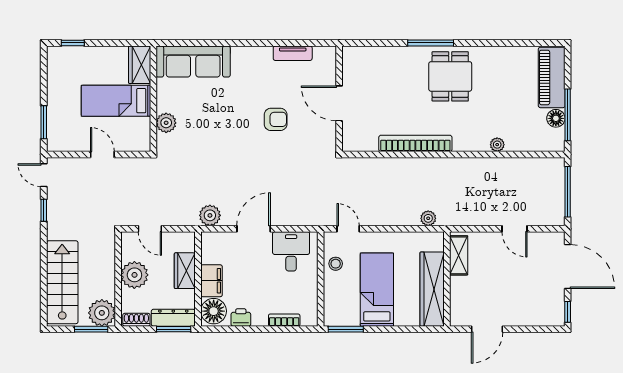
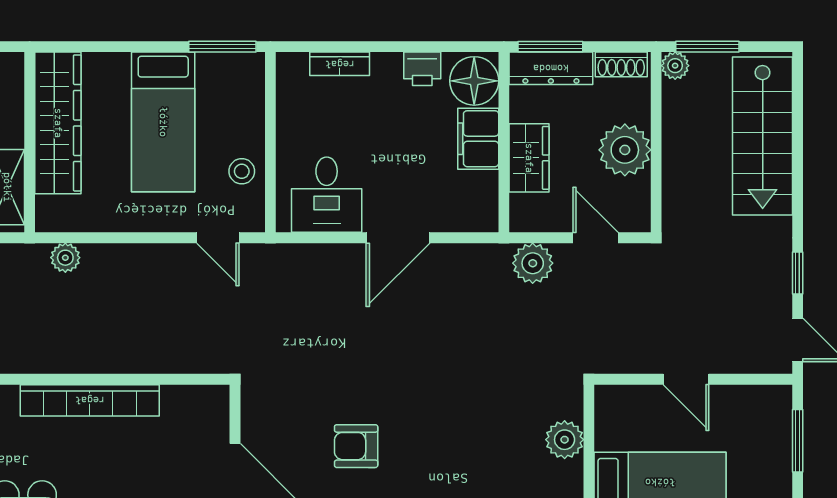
plant: (210, 215) -> (533, 263), moved
plant: (102, 313) -> (675, 66), width x0.53, depth x0.53

